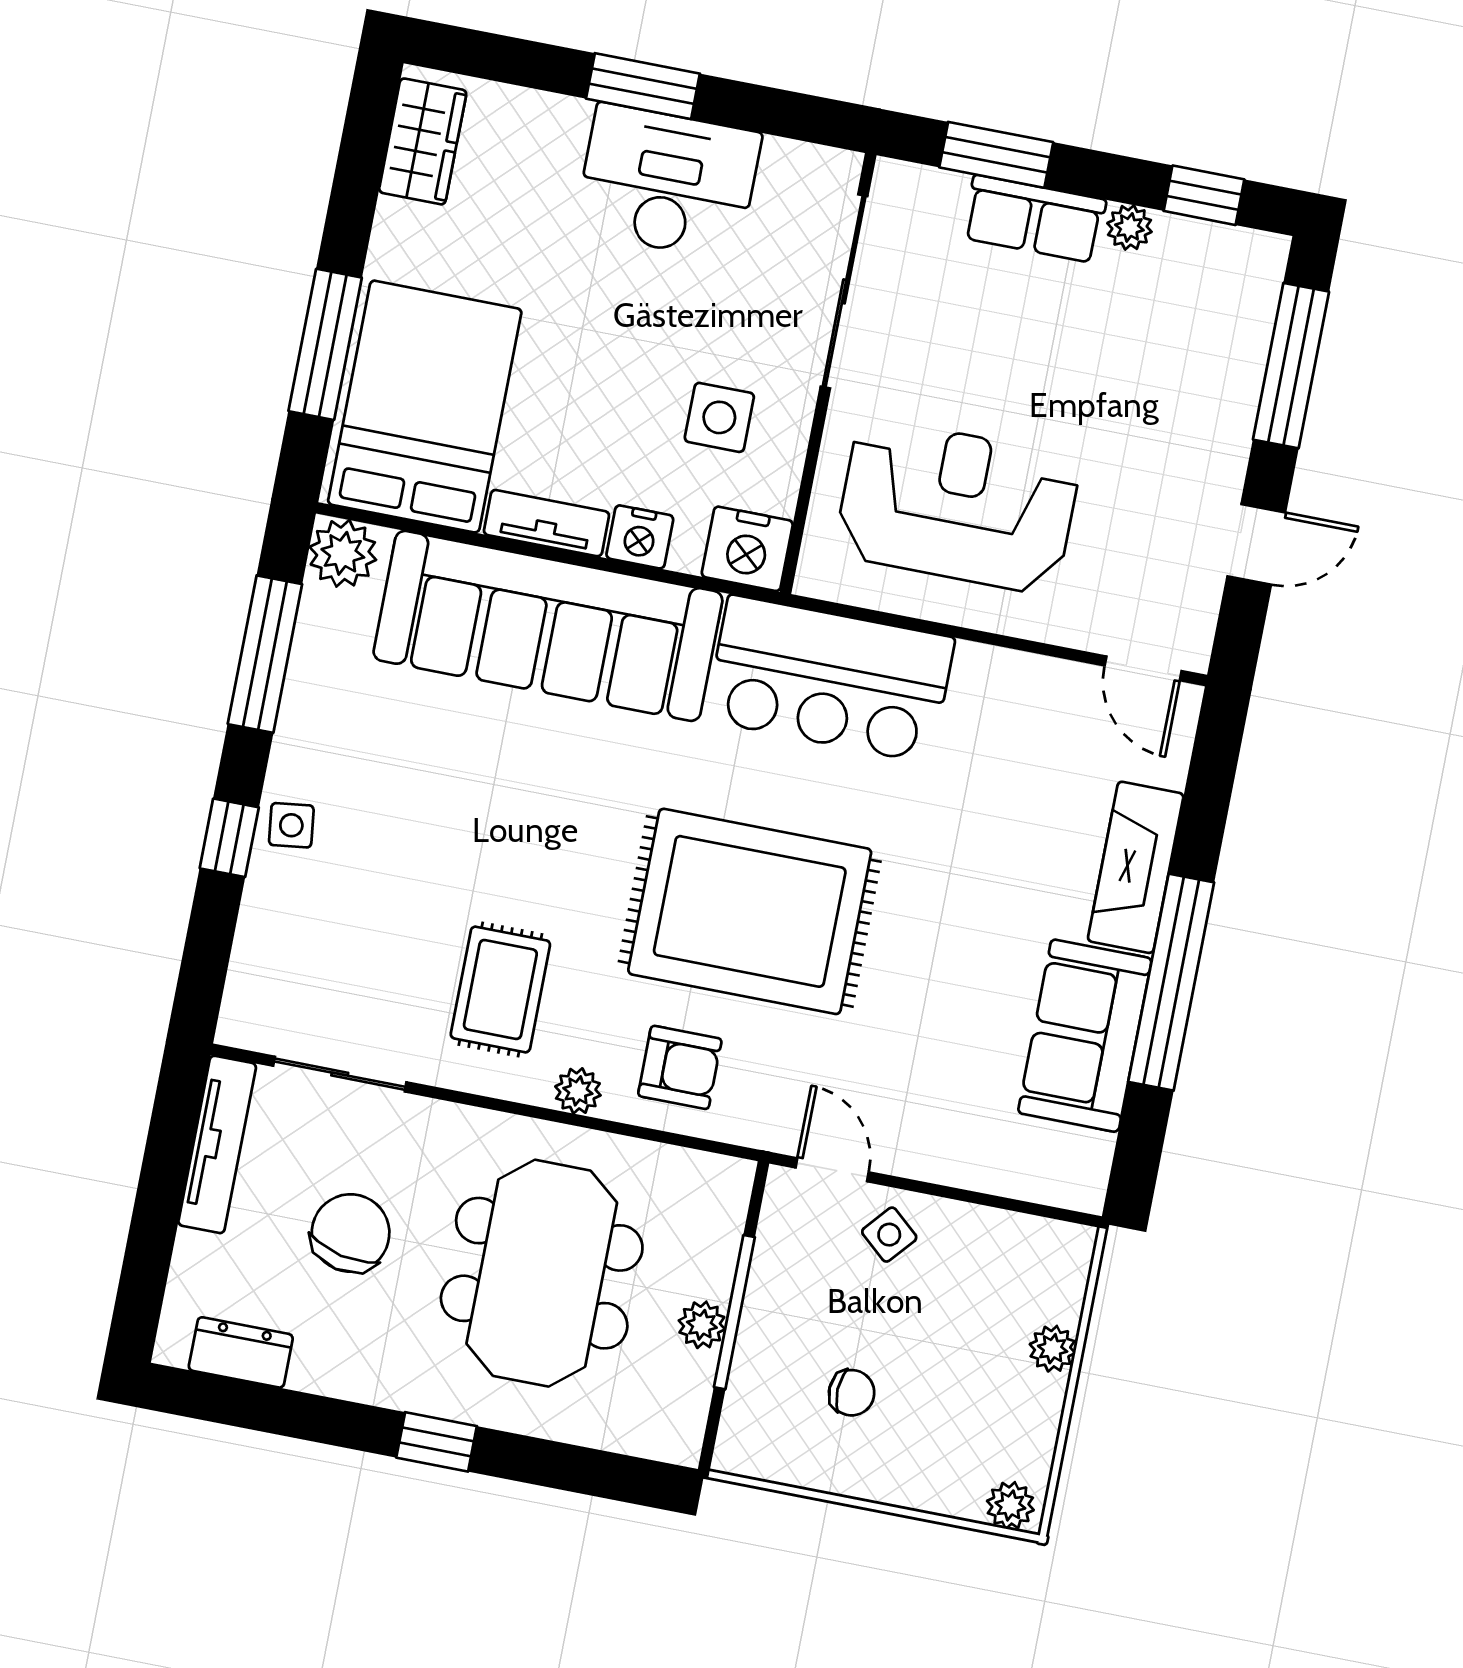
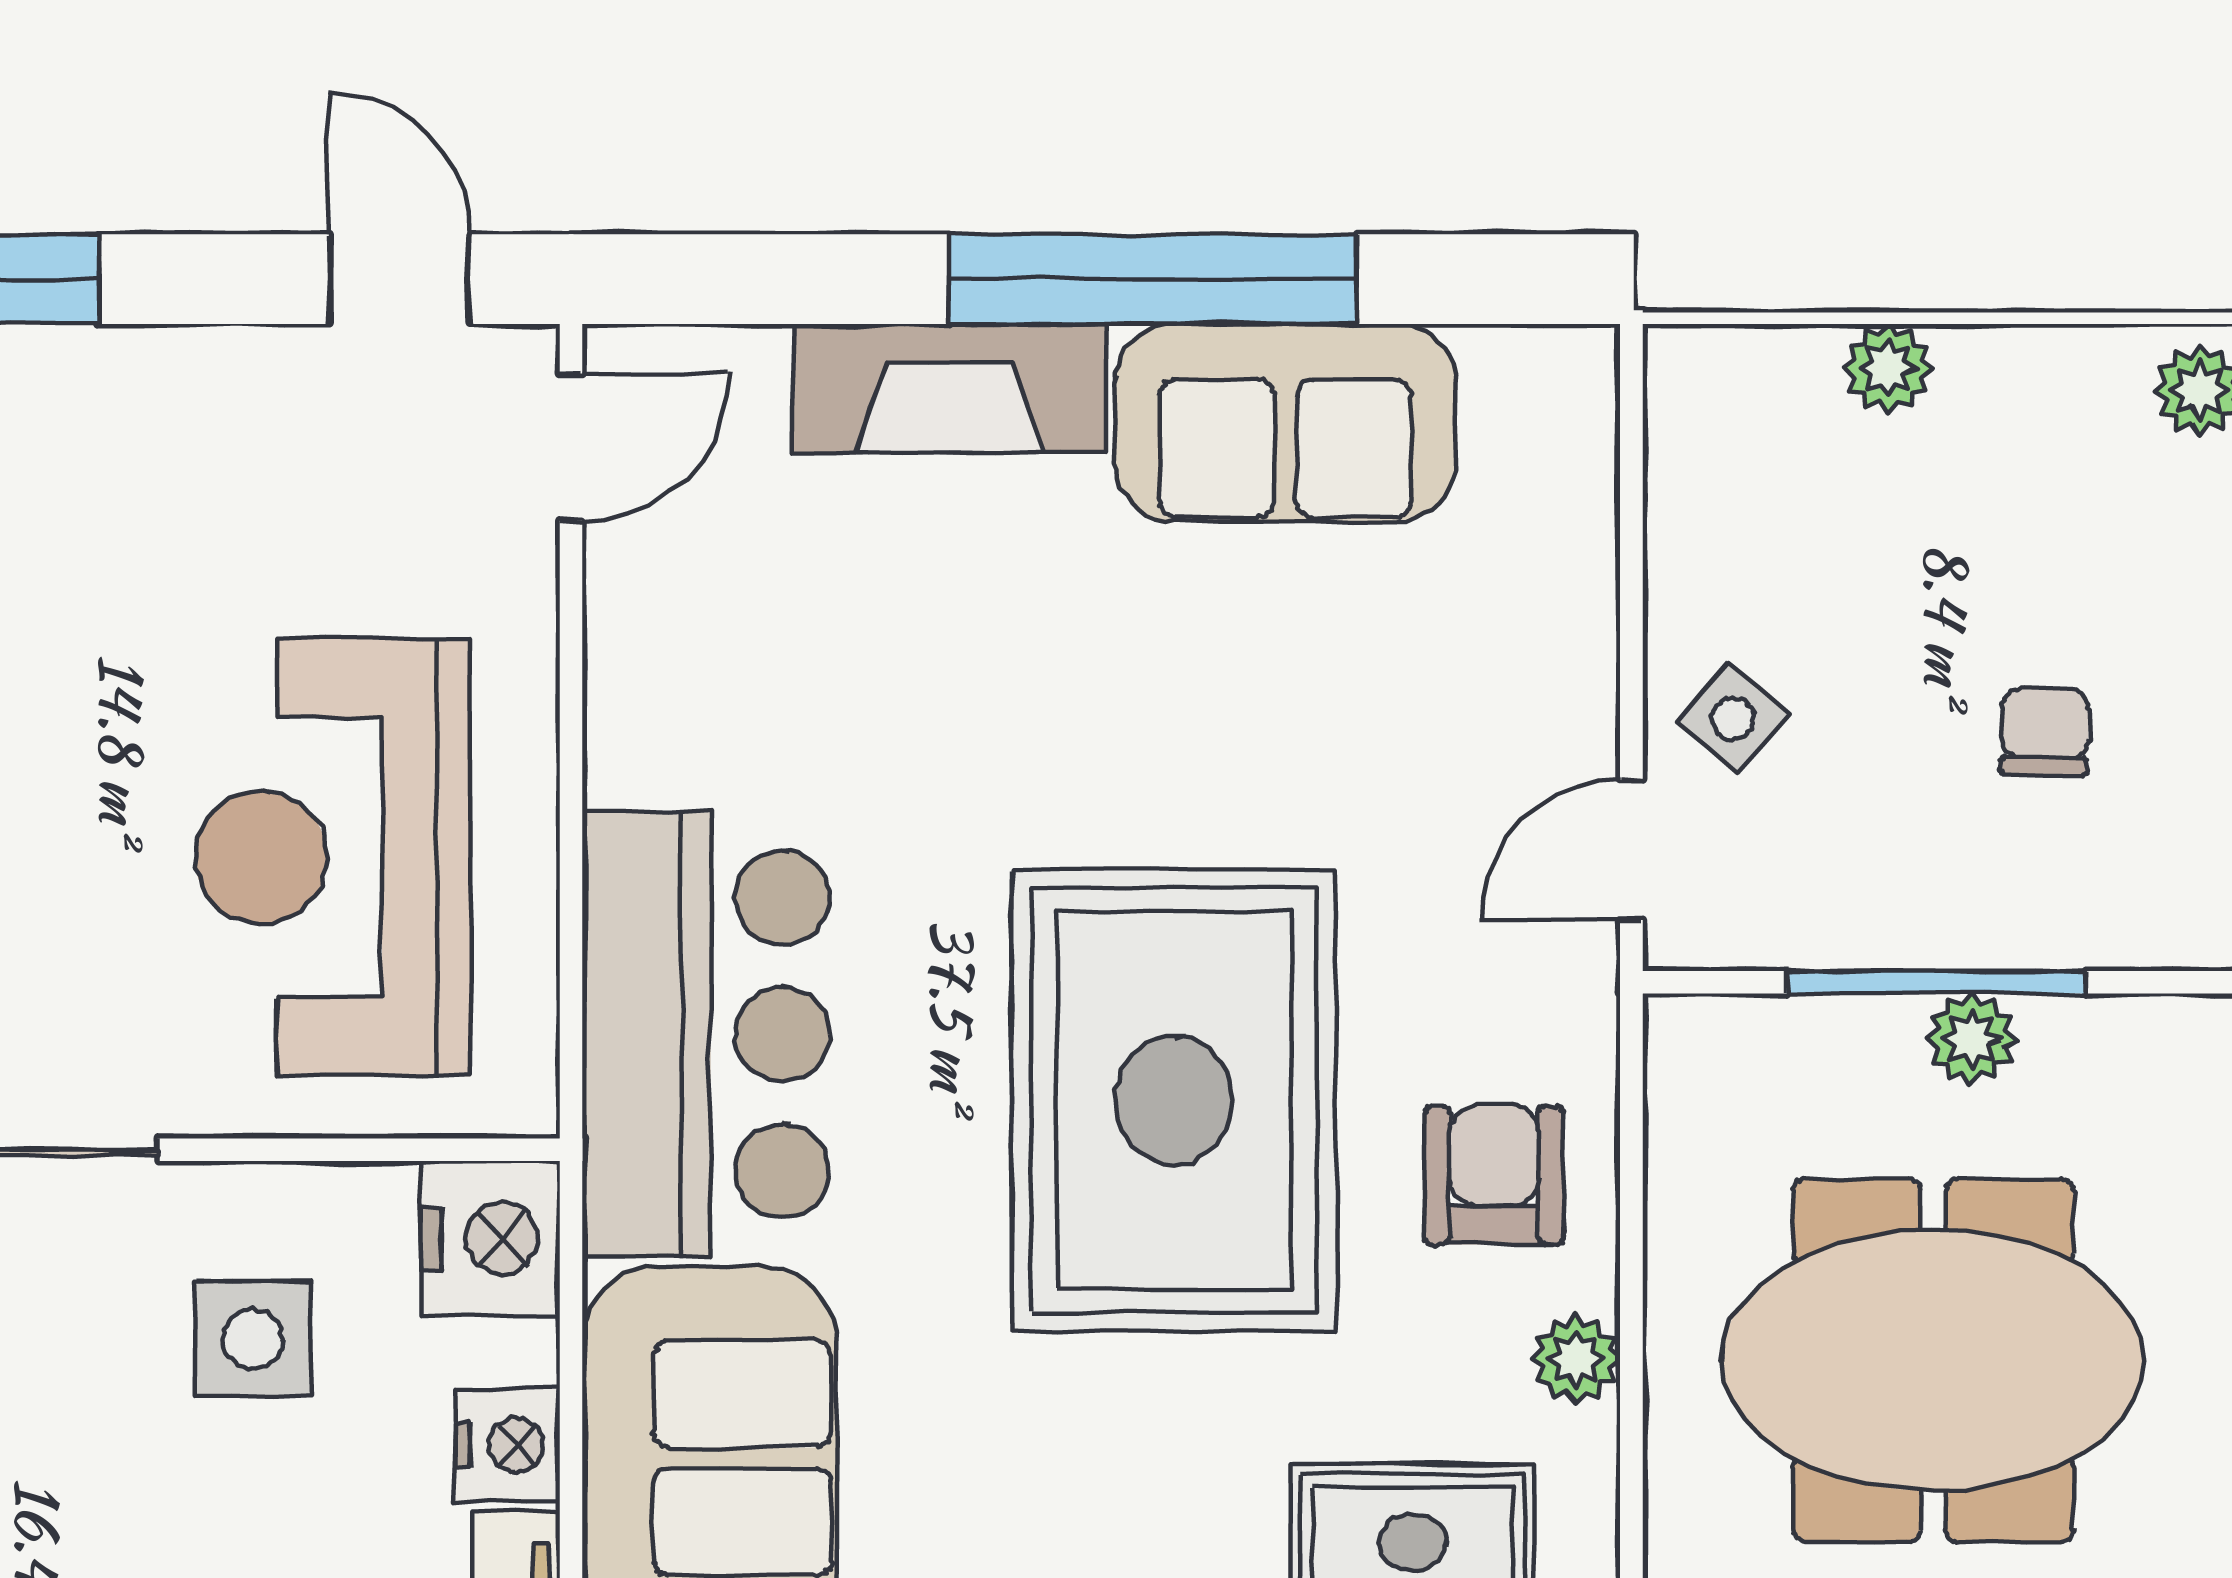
door: (1256, 544) -> (399, 279), moved

